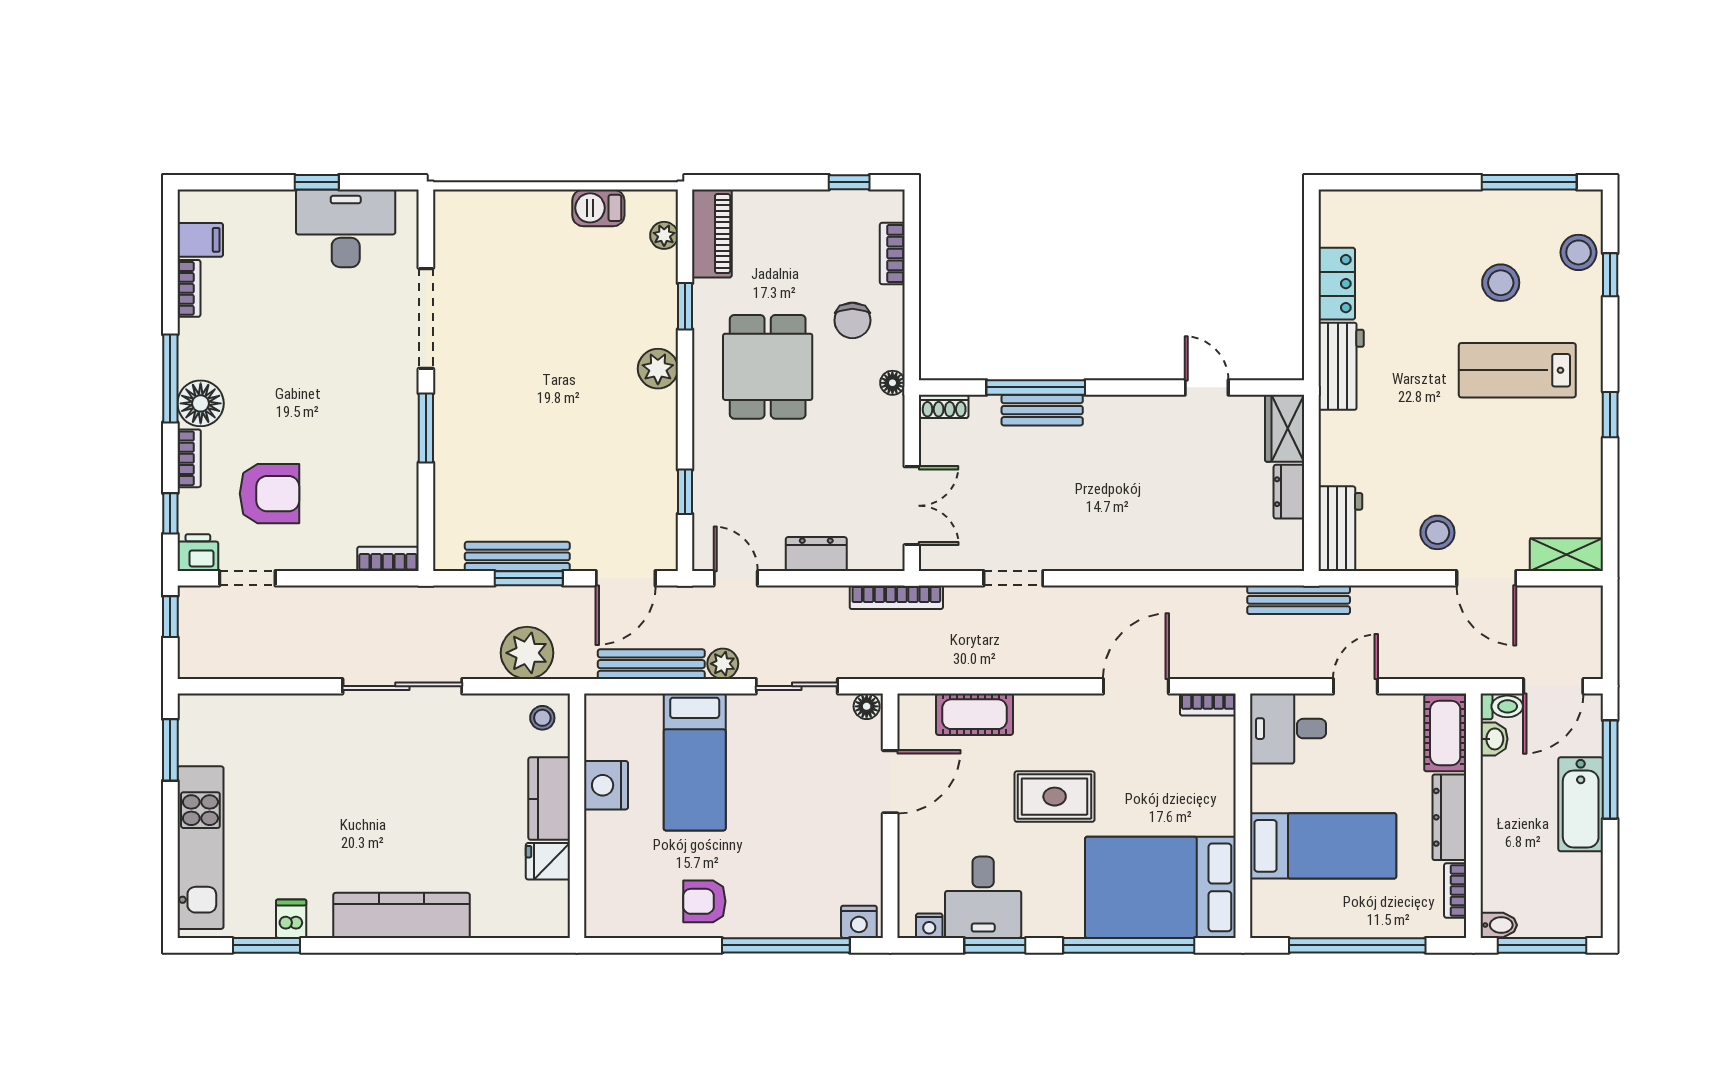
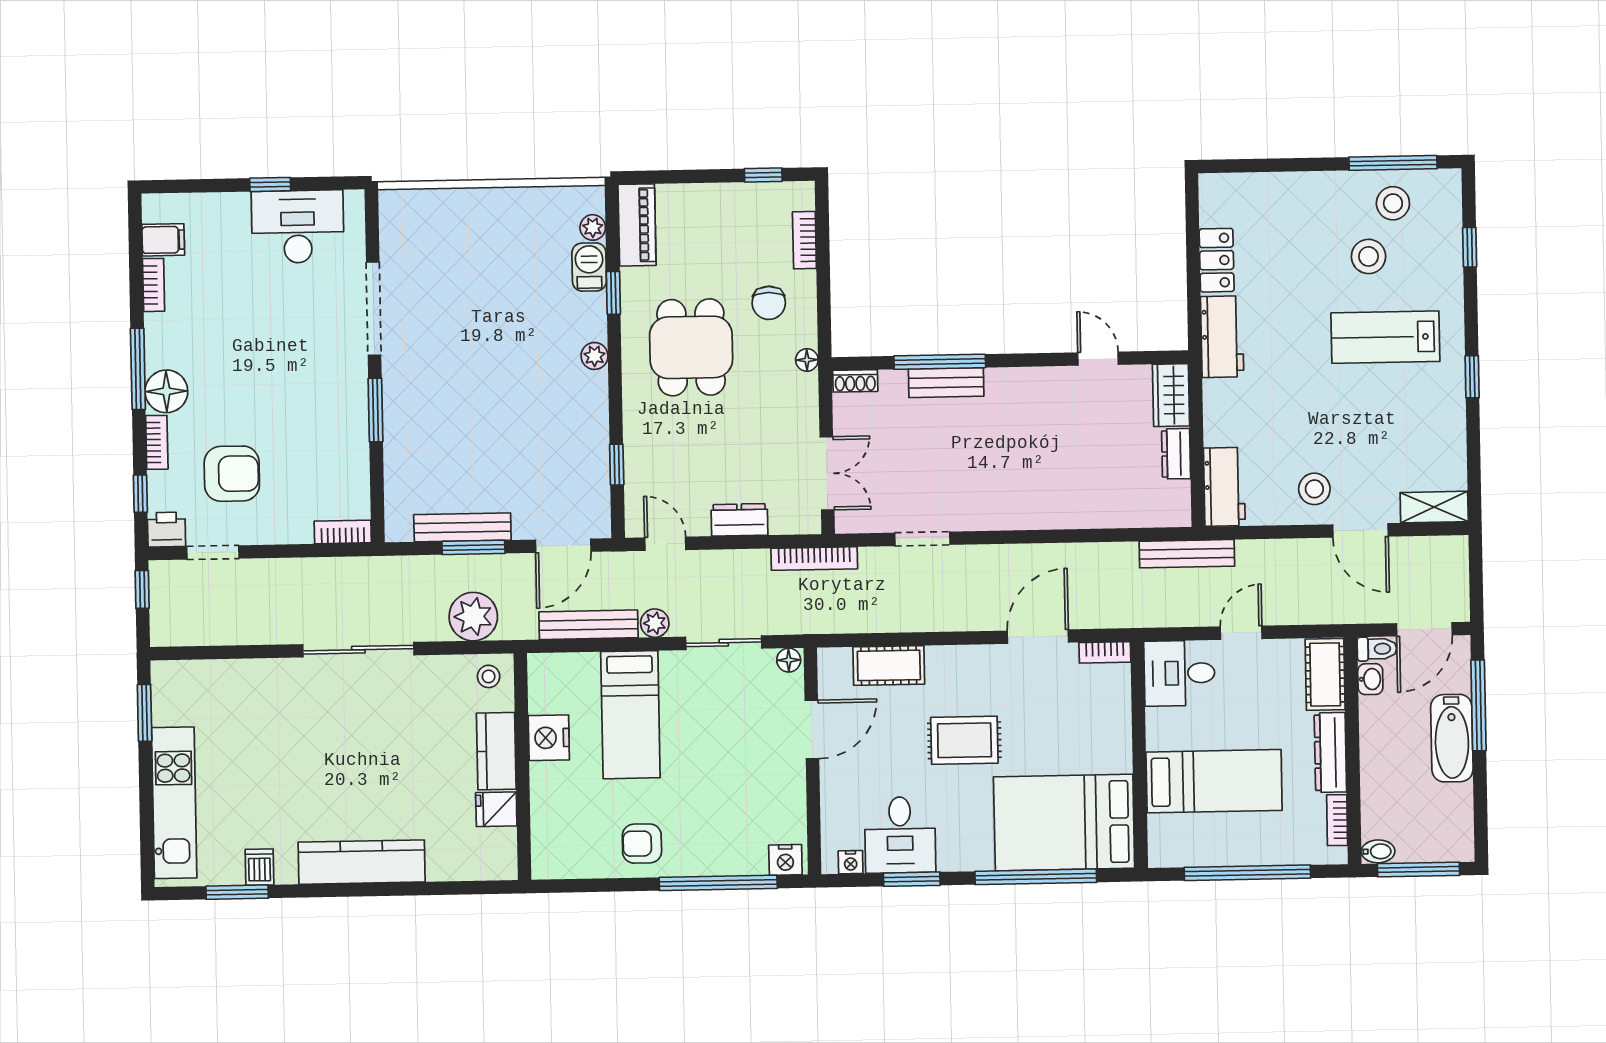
barbecue: (598, 208) -> (589, 267), moved, turned 90
stool: (1579, 252) -> (1393, 203), moved
plant: (658, 369) -> (595, 356), width x0.73, depth x0.73

